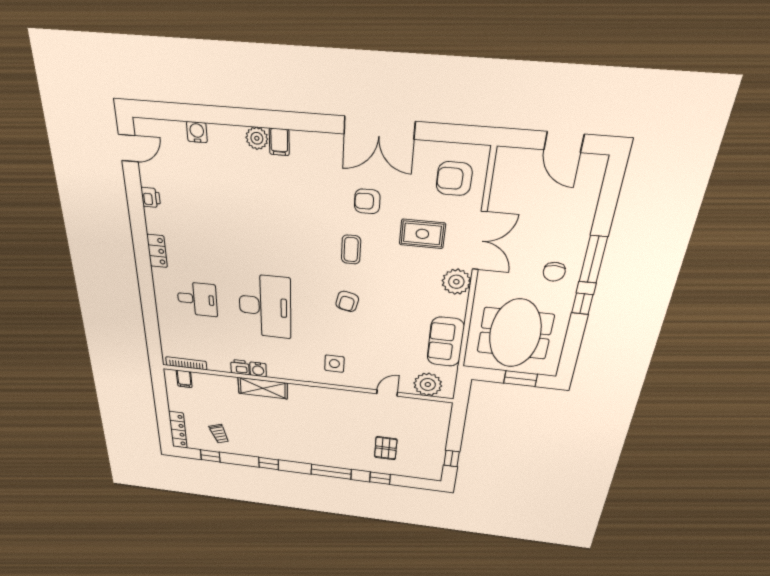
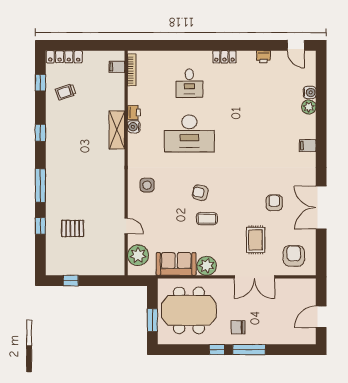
plant: (257, 138) -> (309, 107), moved
coffee table: (351, 250) -> (207, 219), moved
plant: (456, 282) -> (207, 266), moved

